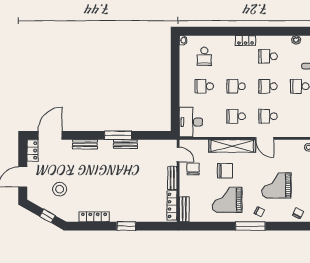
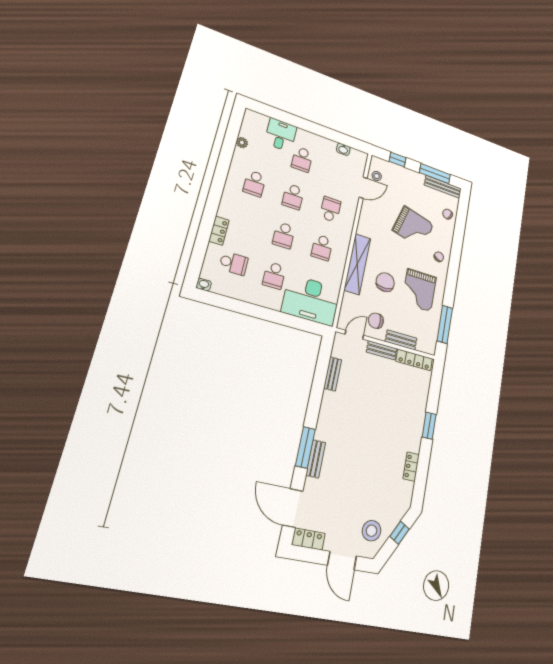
locker: (246, 41) -> (219, 231), moved
school desk: (268, 116) -> (330, 209), turned 180
desk: (191, 122) -> (311, 300), width x1.36, depth x1.30
window: (118, 135) -> (305, 447), moved
door: (265, 138) -> (363, 188), moved
bench: (125, 144) -> (333, 374), moved
grand piano: (276, 186) -> (413, 227), turned -75
stool: (60, 189) -> (372, 531), moved
bench: (184, 209) -> (401, 340), moved
locker: (94, 217) -> (411, 467), width x0.66
window: (250, 226) -> (445, 324), moved

